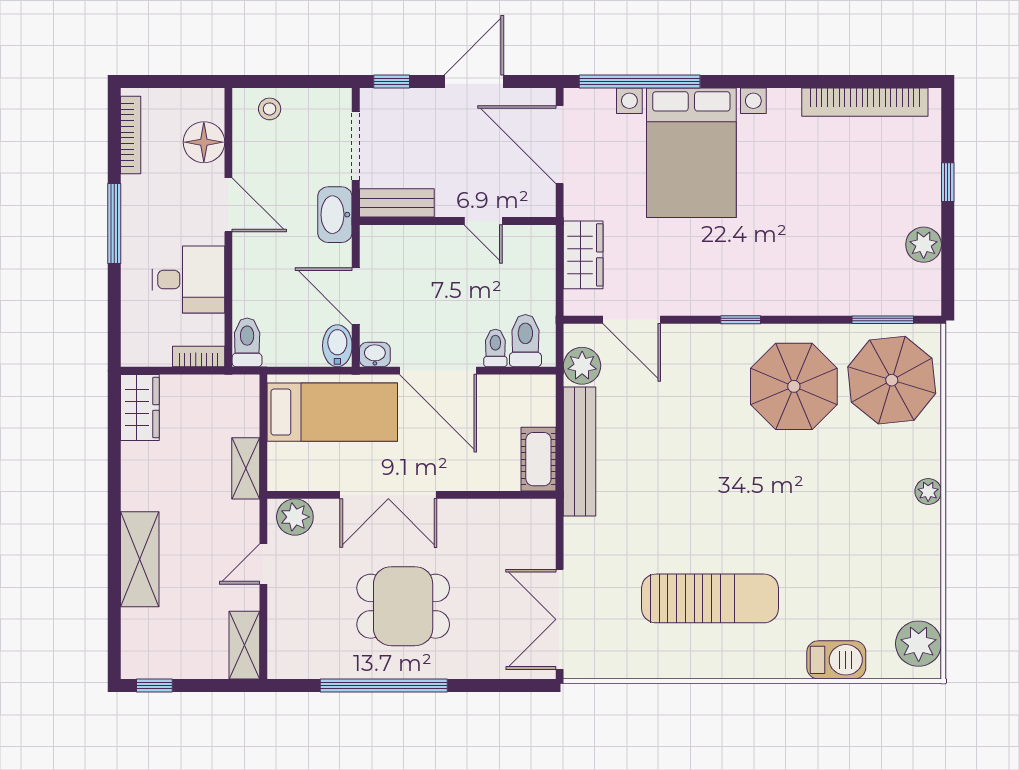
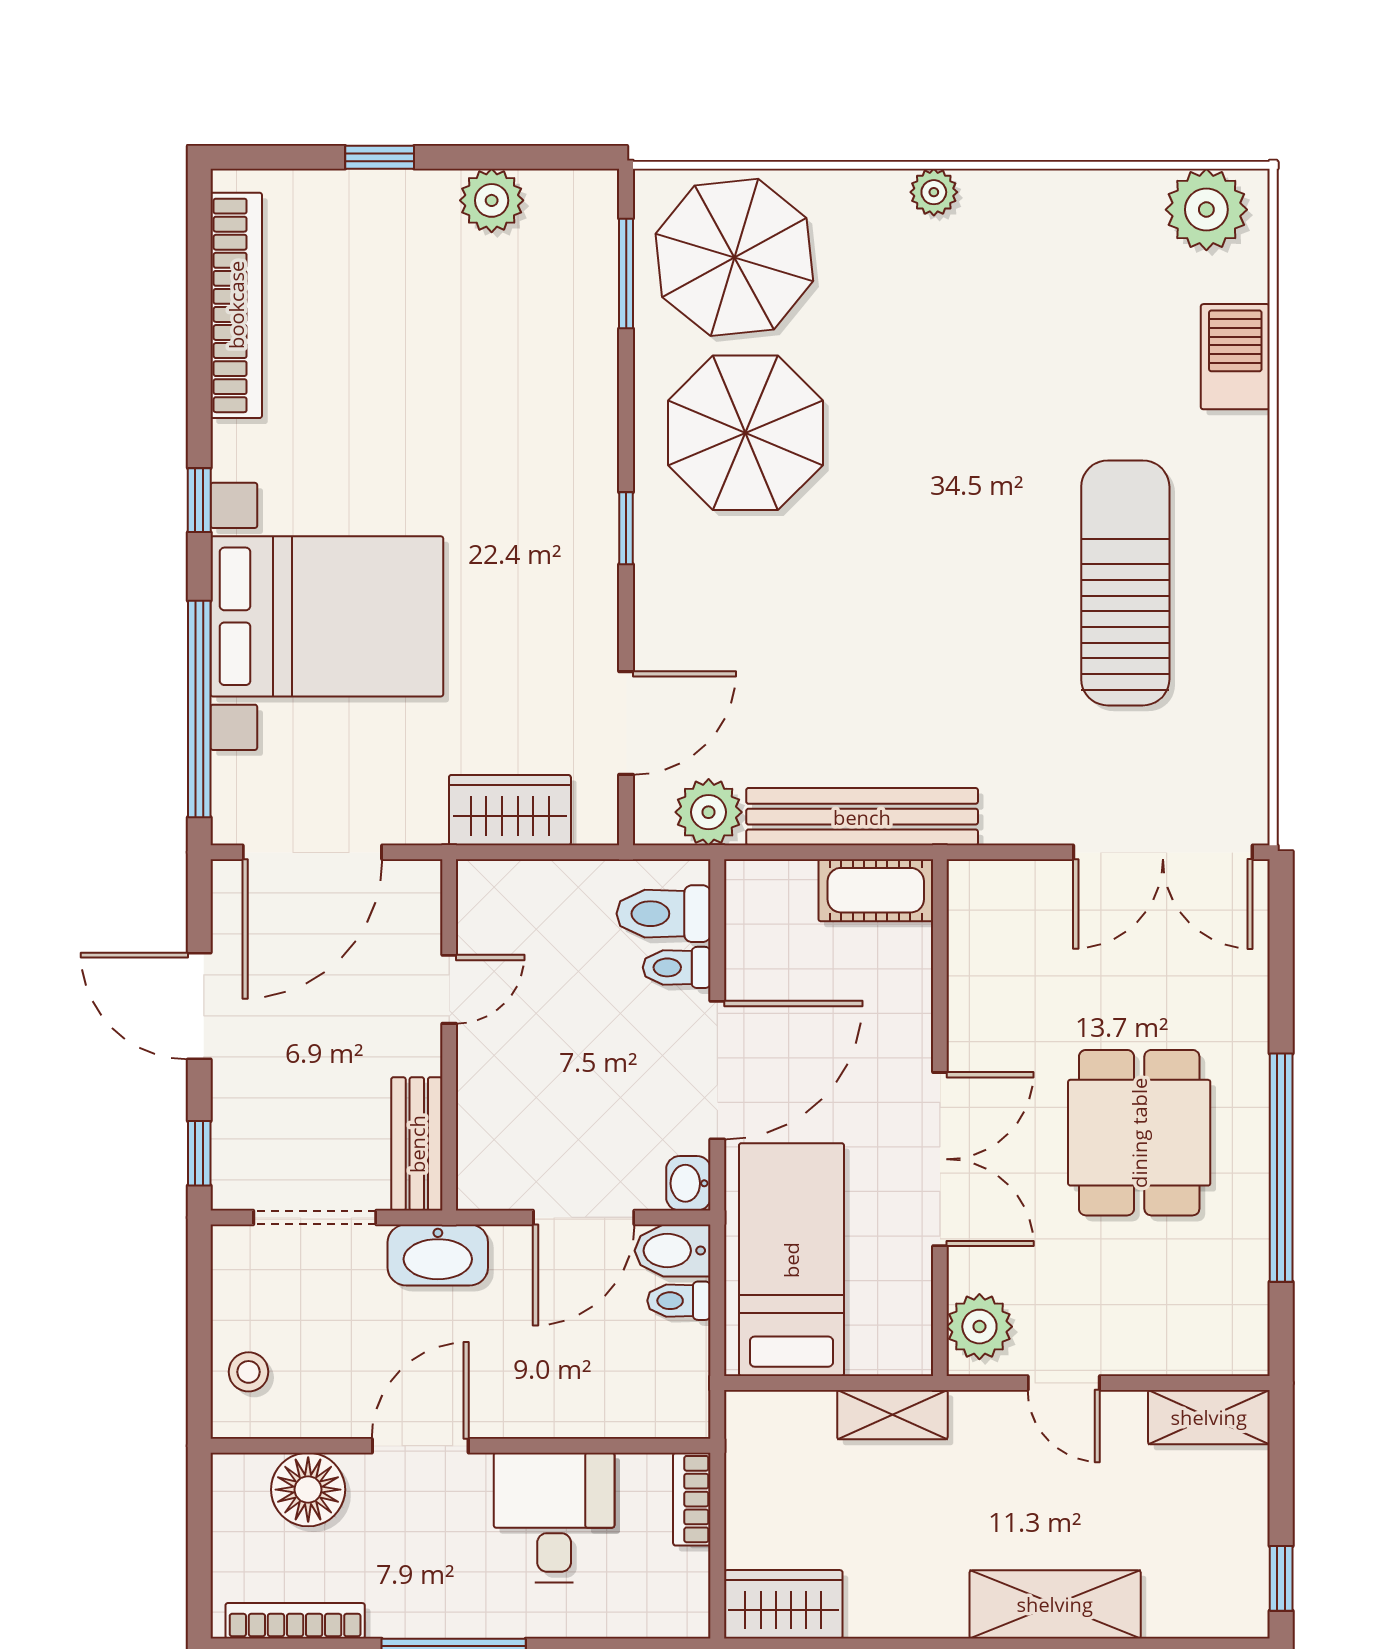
window: (756, 81) -> (199, 500), added
toilet: (247, 342) -> (679, 1301), moved, width x0.73, depth x0.72

